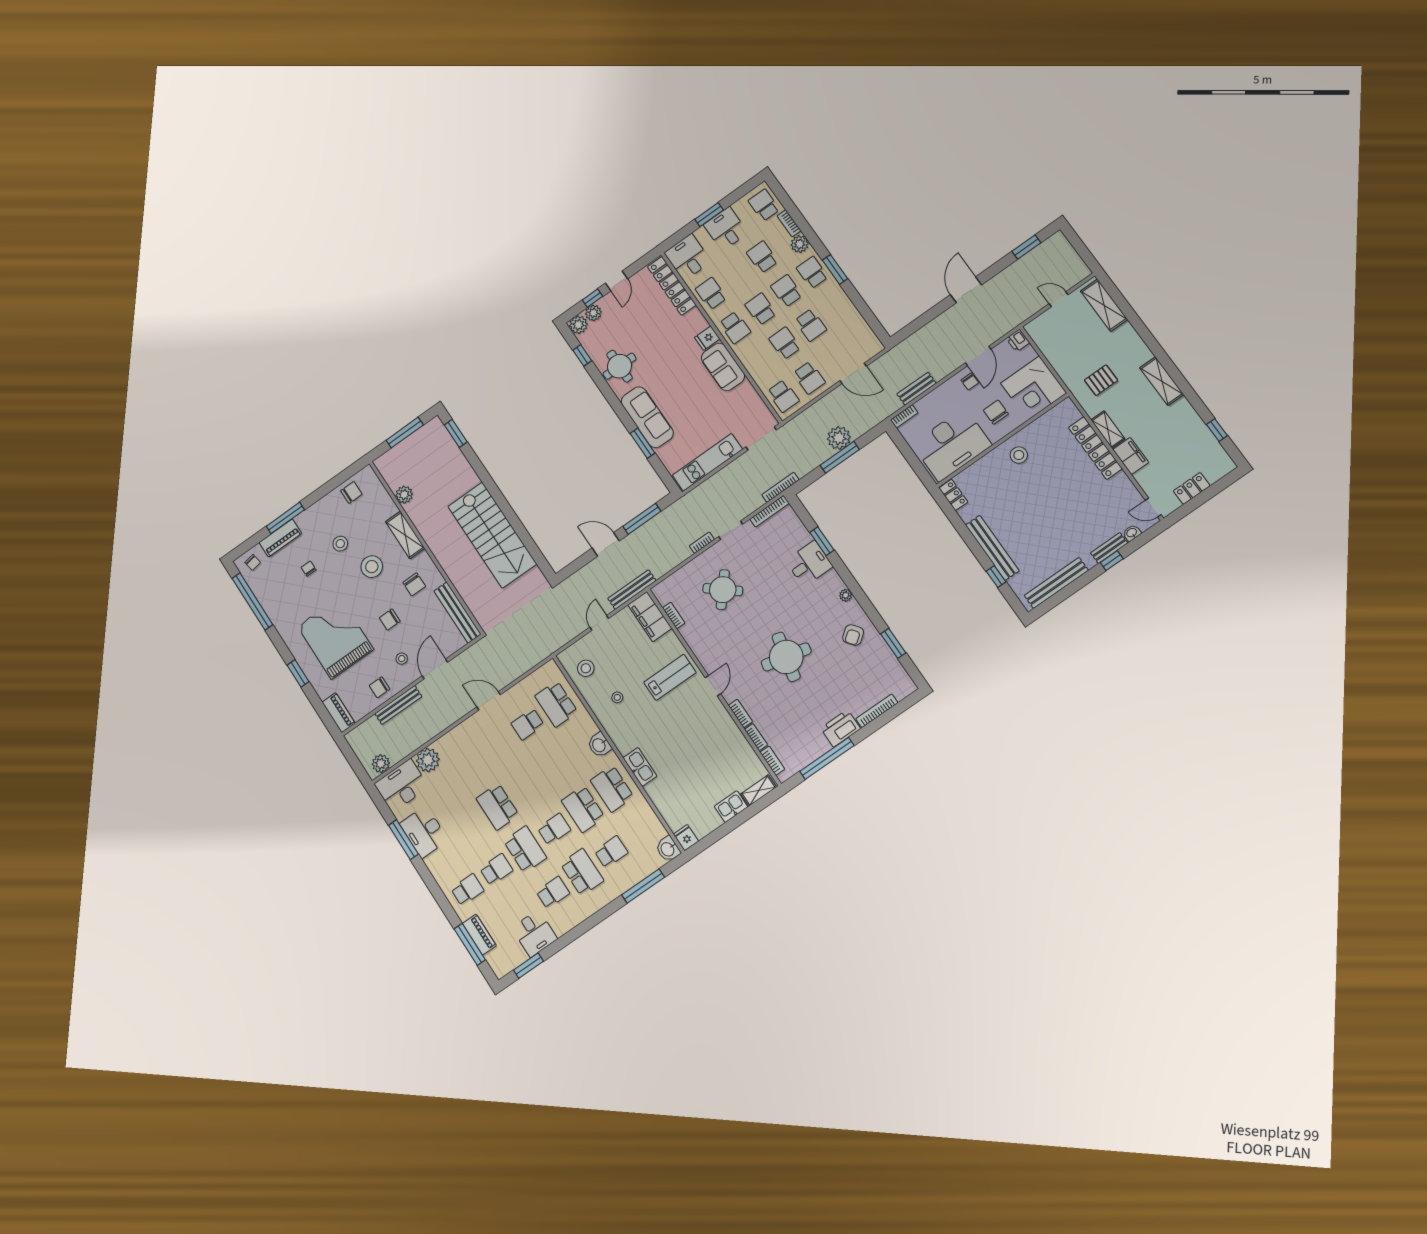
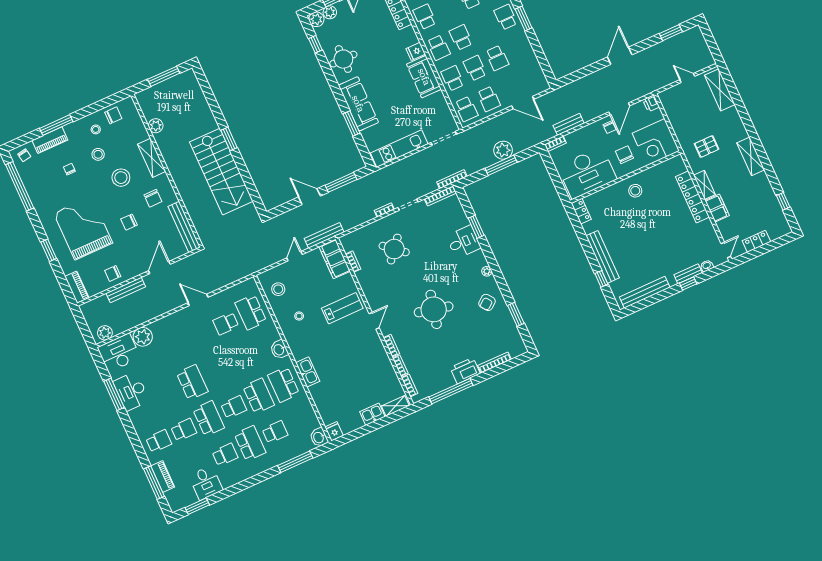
school desk: (786, 291) -> (452, 78), moved
window: (456, 433) -> (229, 139), moved
door: (1153, 508) -> (726, 250), swing flipped
stool: (402, 659) -> (96, 129), moved
school desk: (498, 807) -> (192, 382), turned 180
school desk: (583, 809) -> (259, 396), turned 180

